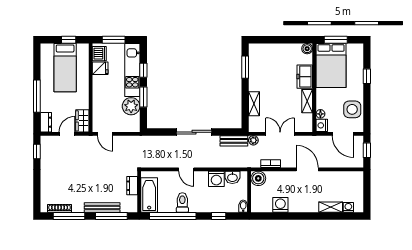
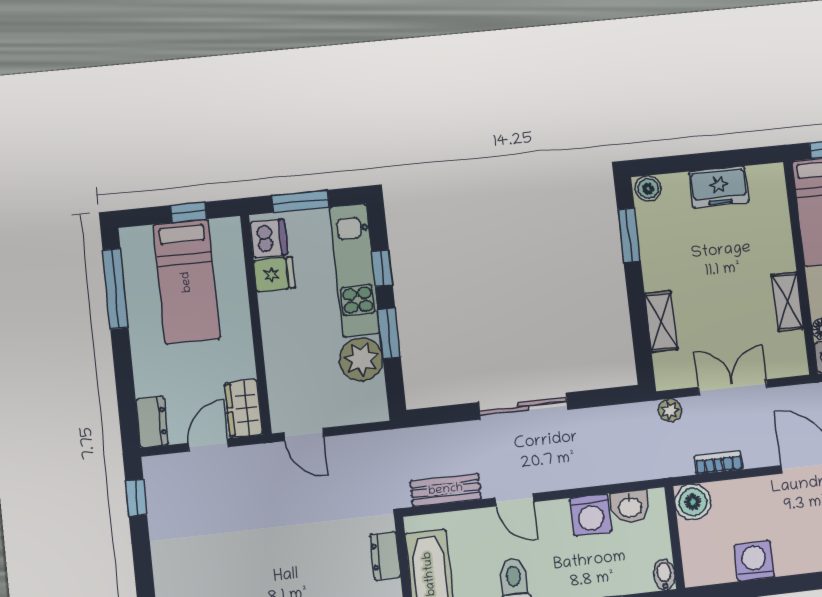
boiler: (307, 49) -> (648, 188), moved
freezer: (305, 77) -> (719, 187), moved, turned -90
window: (37, 96) -> (115, 289), moved
bench: (234, 141) -> (446, 490), moved

